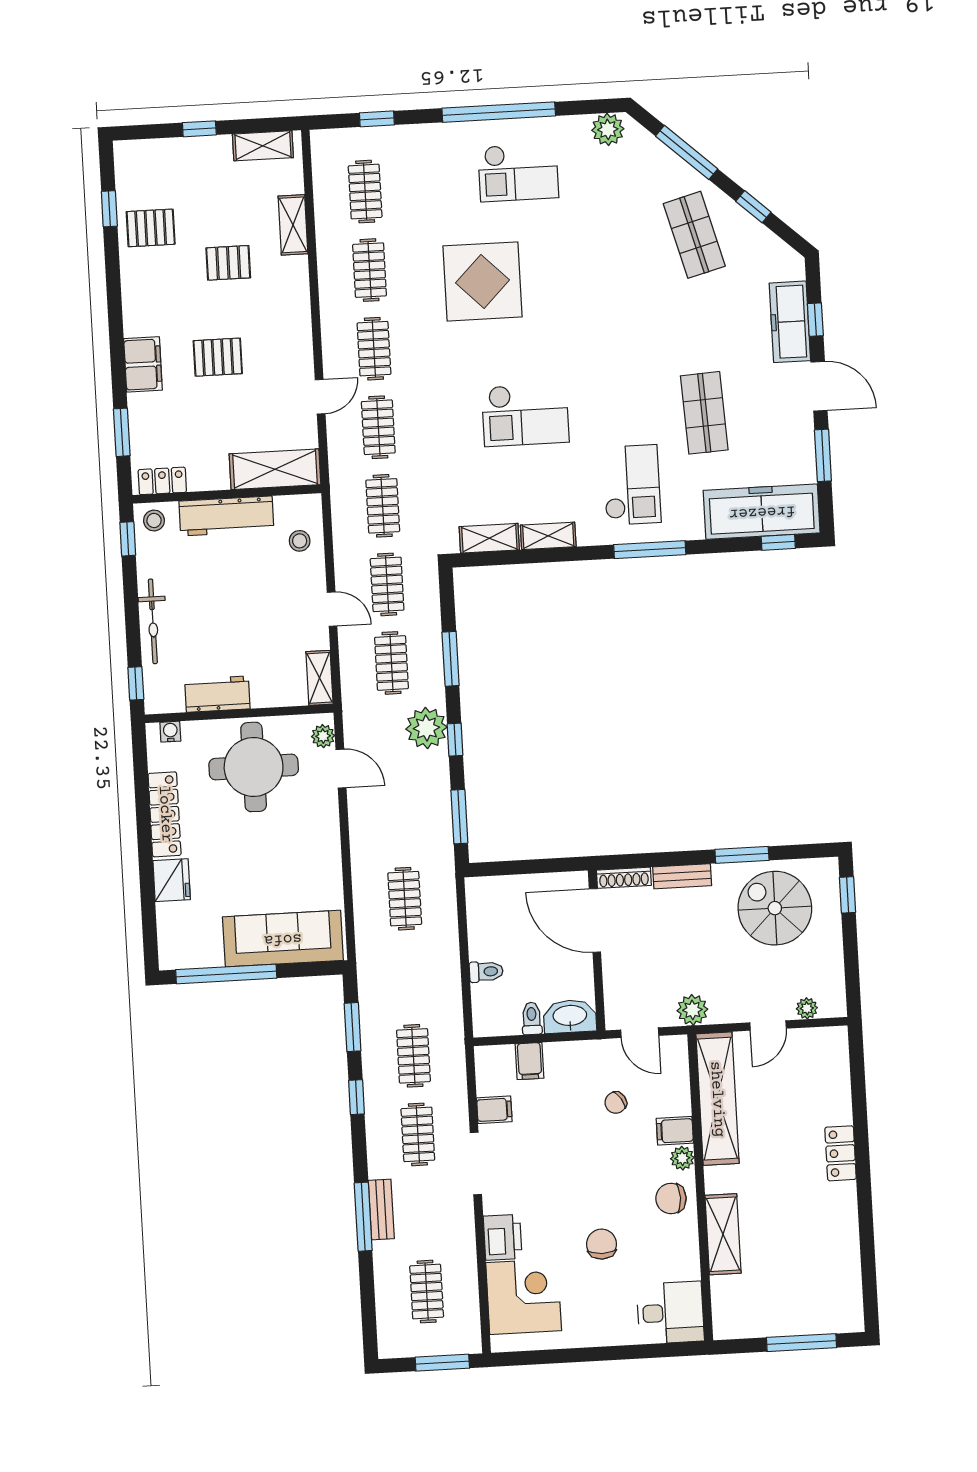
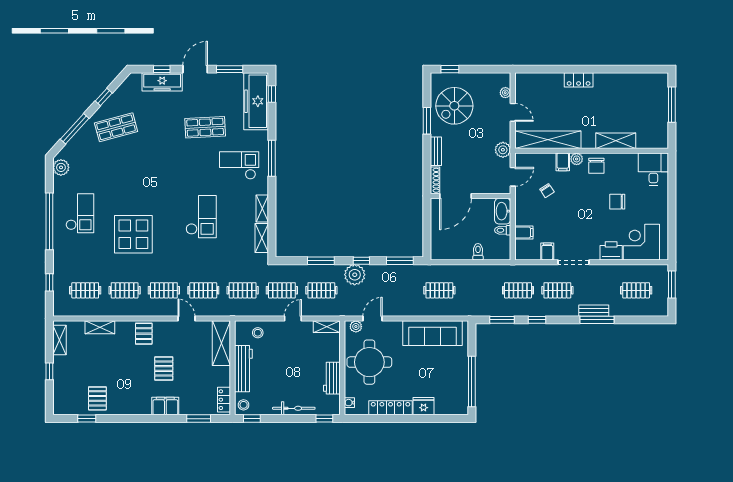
pallet: (228, 263) -> (144, 334), moved
sofa: (283, 939) -> (432, 333), moved, turned -90

